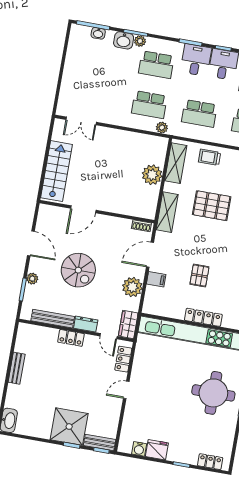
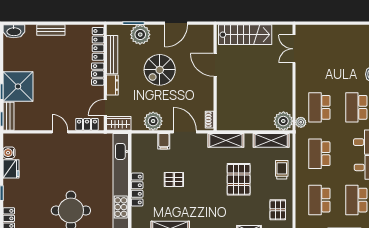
plant: (152, 175) -> (283, 121), moved
plant: (32, 279) -> (140, 35), width x1.87, depth x1.87
locker: (38, 332) -> (98, 44), added
bench: (17, 368) -> (51, 30), moved

